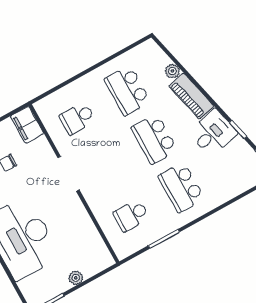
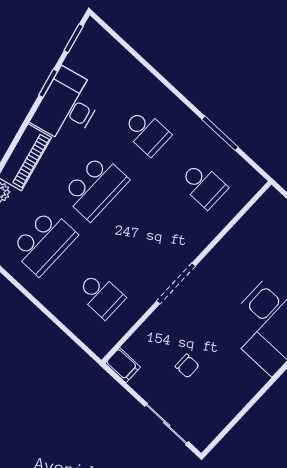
filing cabinet: (27, 125) -> (123, 365), width x0.50
desk: (213, 133) -> (67, 106), width x1.37
school desk: (181, 187) -> (147, 132), width x0.54

